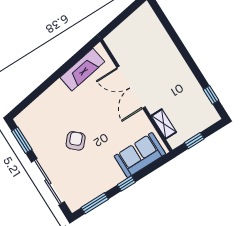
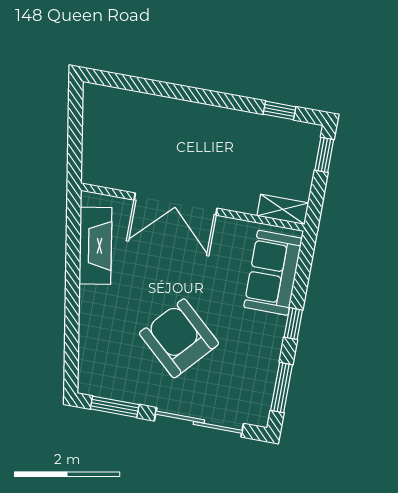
shelving: (164, 124) -> (283, 209), moved
armchair: (76, 141) -> (179, 338), width x1.88, depth x1.88
window: (194, 141) -> (324, 155), moved

